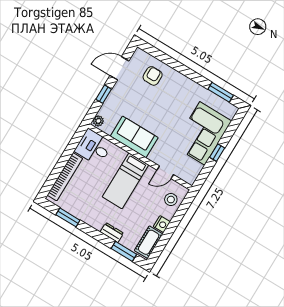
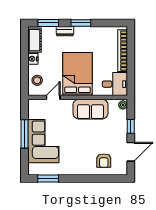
window: (217, 153) -> (24, 134), width x2.17
bed: (125, 181) -> (78, 74), width x1.50
window: (68, 217) -> (81, 23), moved

